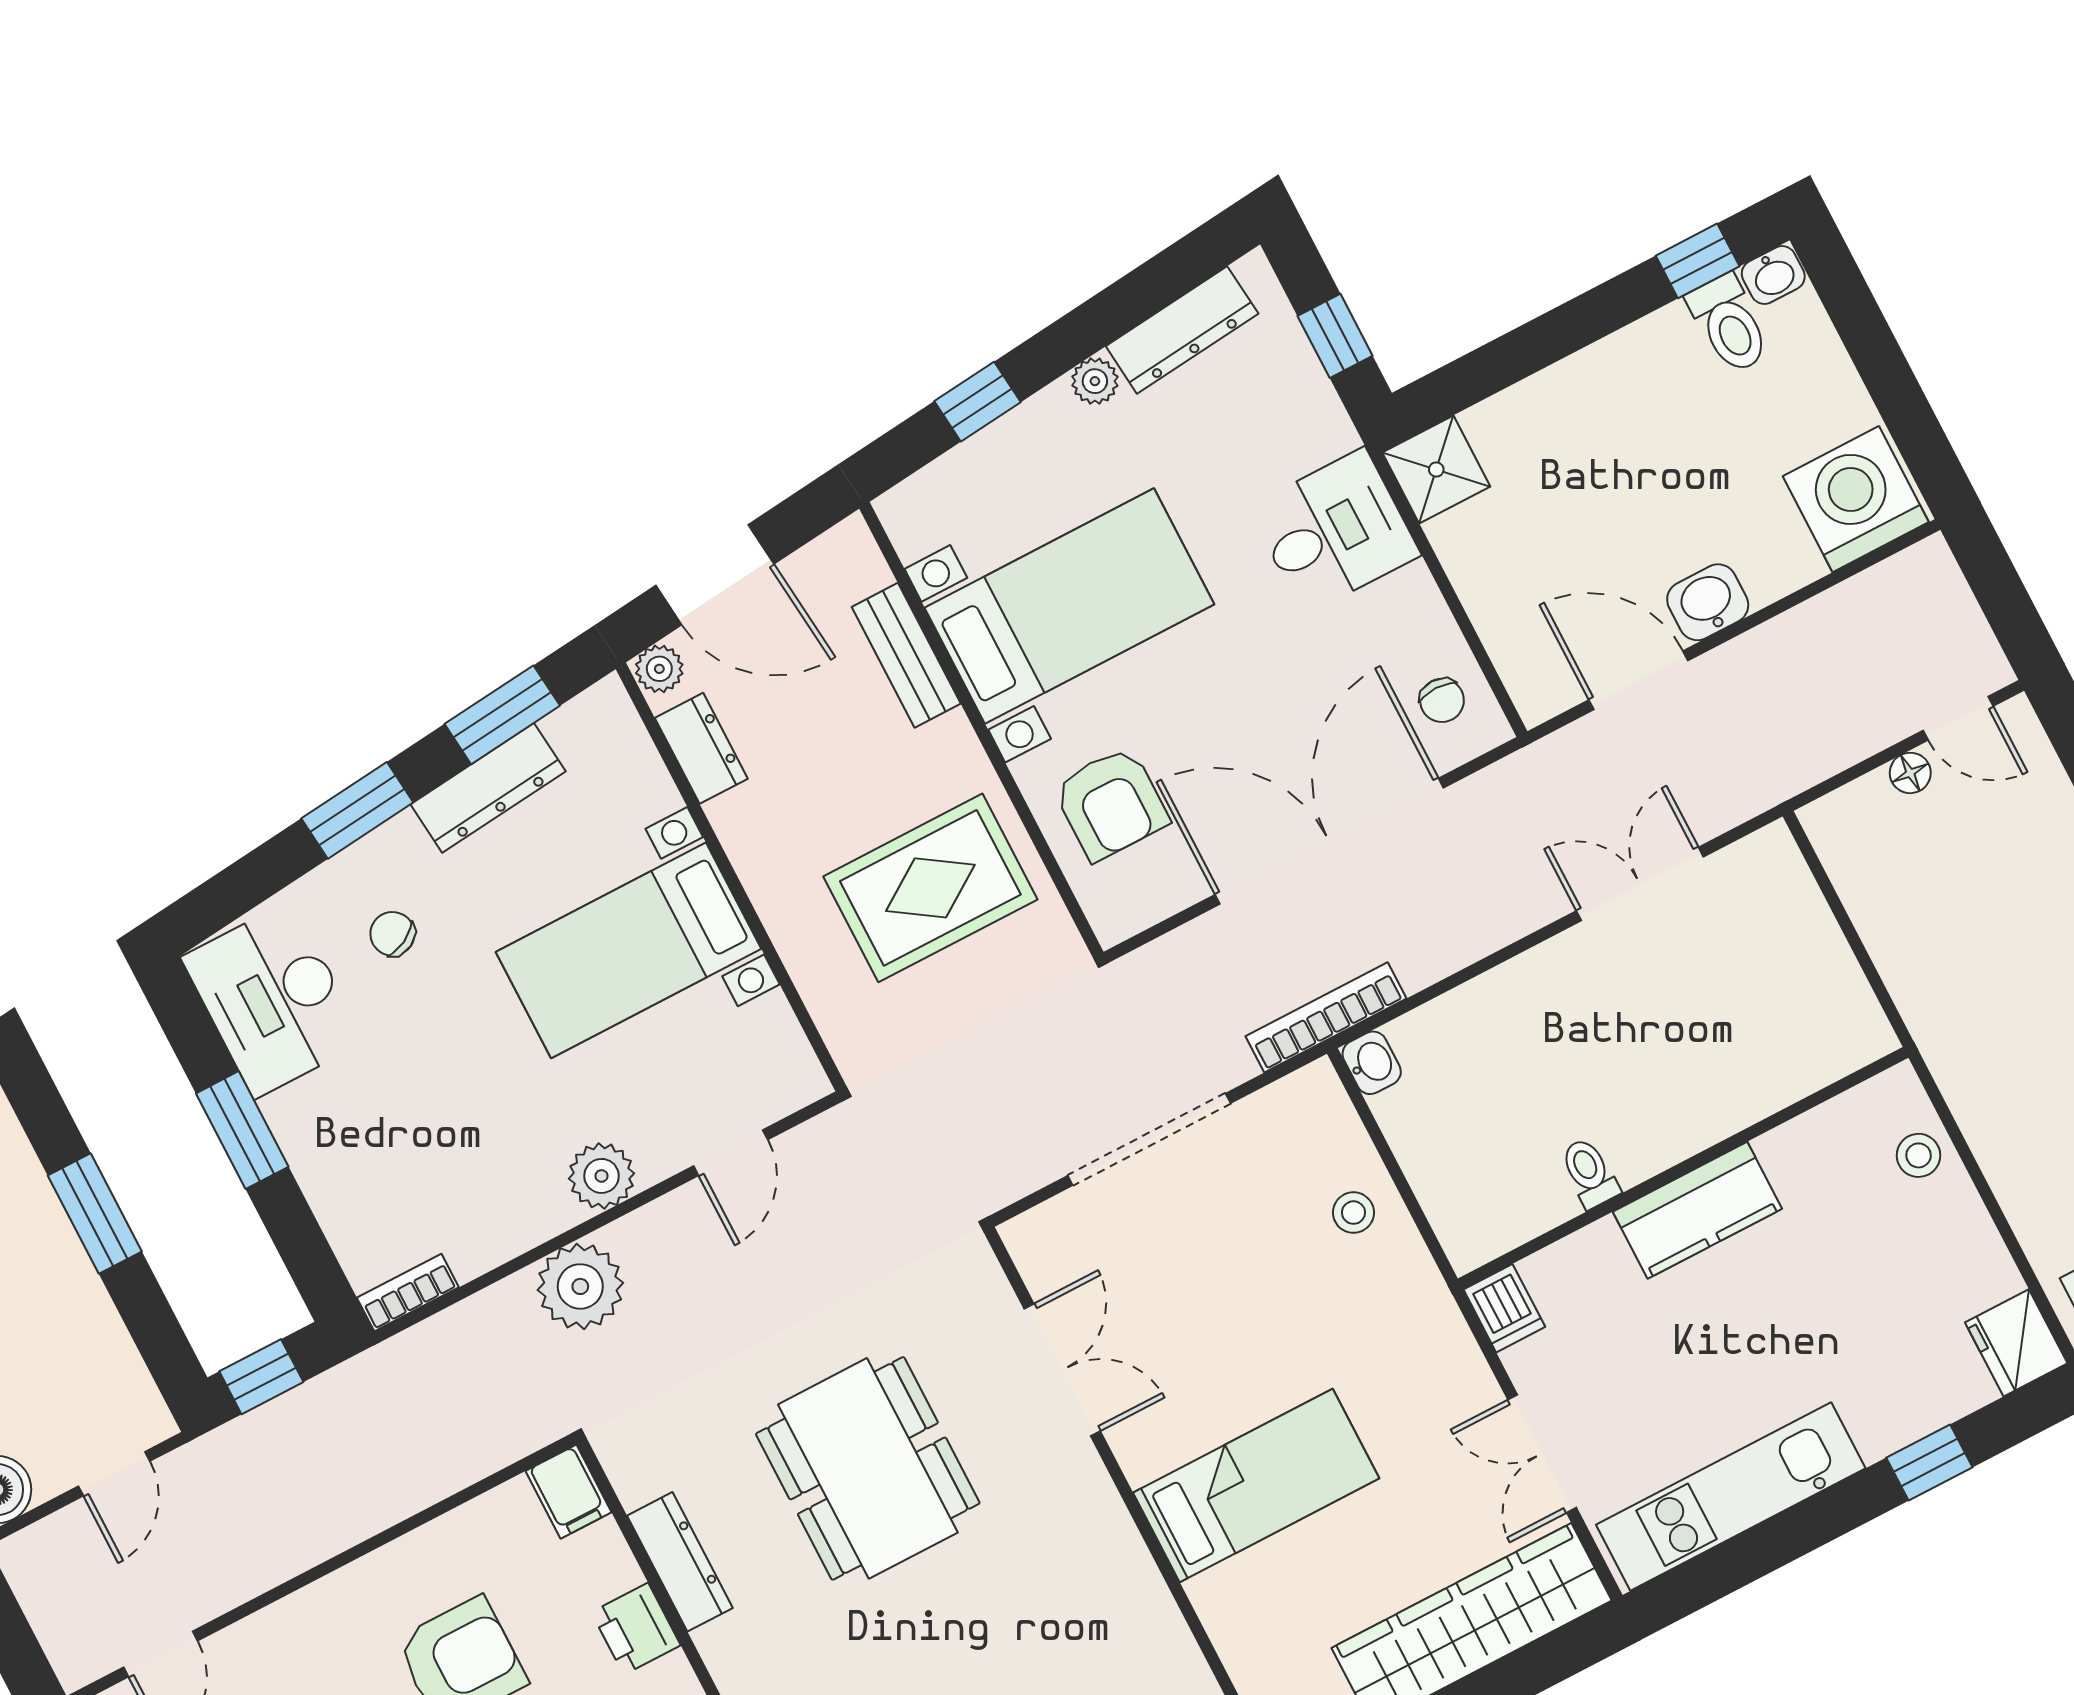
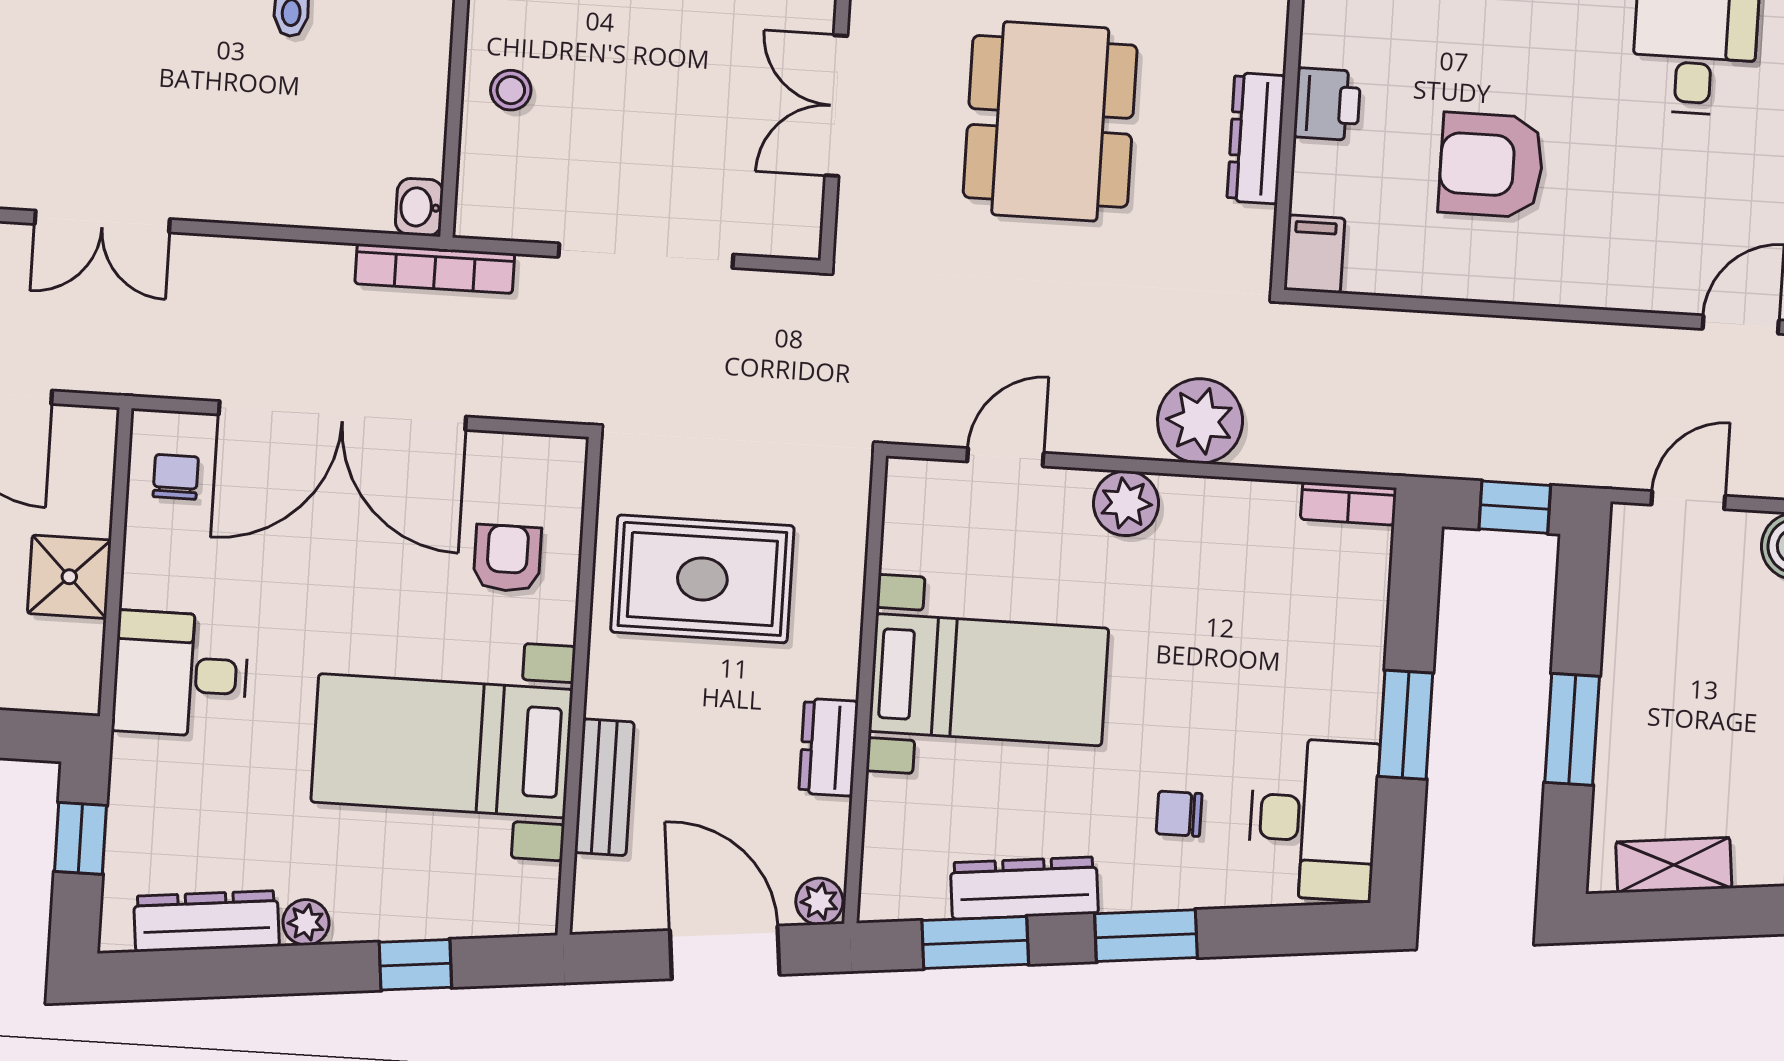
shower: (1436, 469) -> (69, 577), moved
dresser: (701, 748) -> (829, 747), moved
armchair: (1111, 804) -> (507, 558), width x0.72, depth x0.72
chair: (392, 934) -> (1179, 814), turned 118

